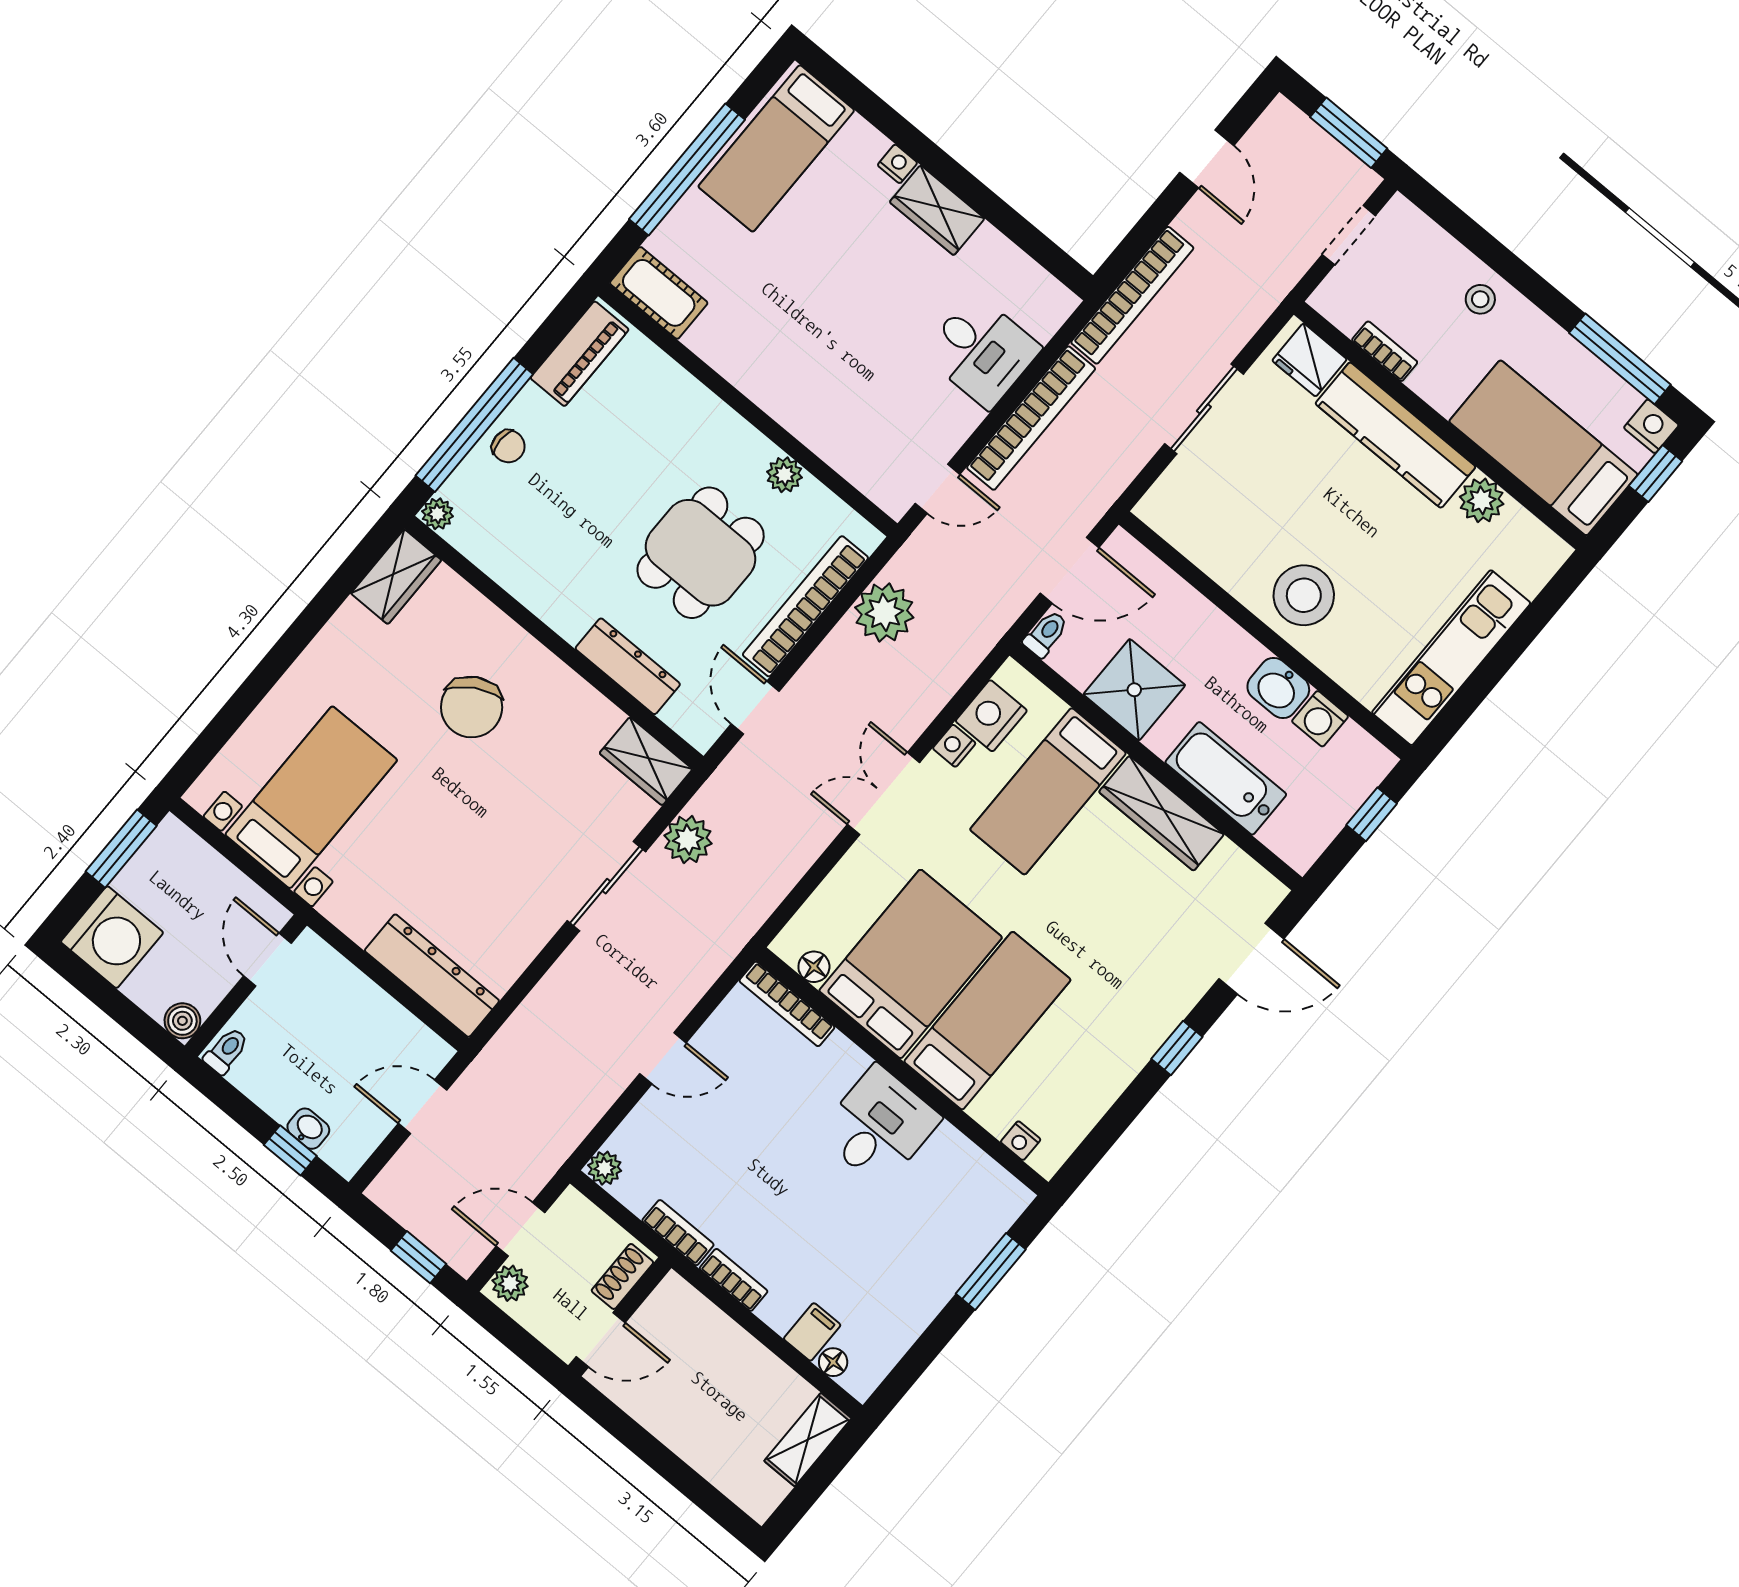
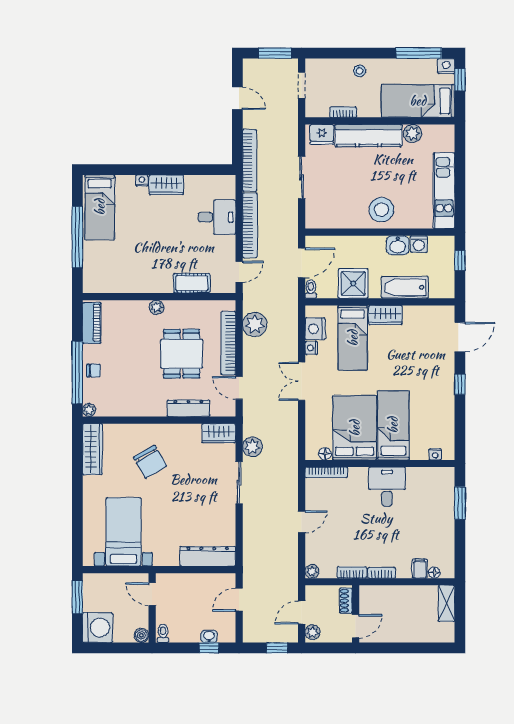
cot: (659, 293) -> (192, 283), moved
plant: (784, 475) -> (156, 307), moved
wardrobe: (396, 577) -> (92, 449), width x1.50
wardrobe: (1161, 813) -> (385, 315), width x0.67

